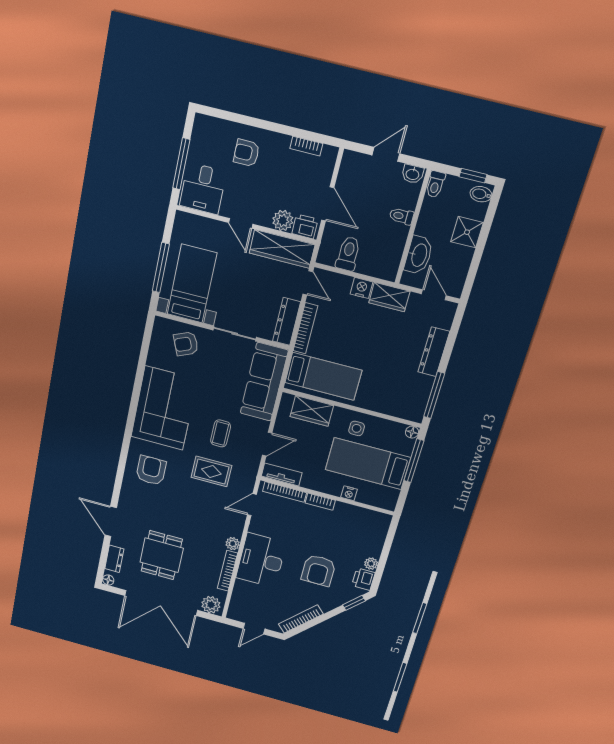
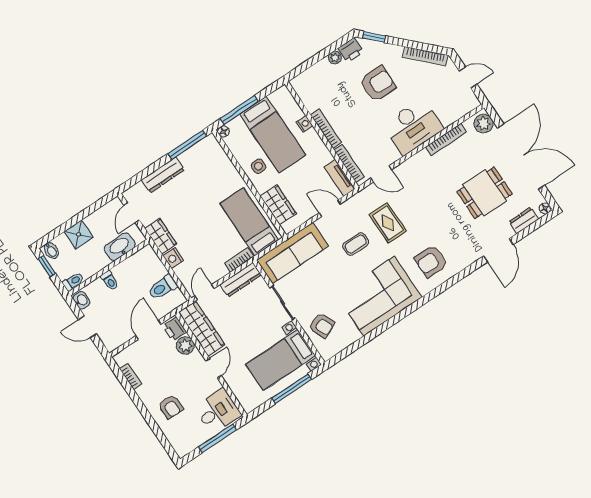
bookcase: (305, 328) -> (239, 260), width x0.64
bookcase: (320, 502) -> (326, 129), width x1.56
plant: (233, 544) -> (422, 157), removed

